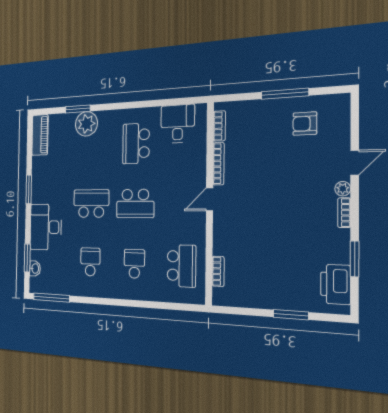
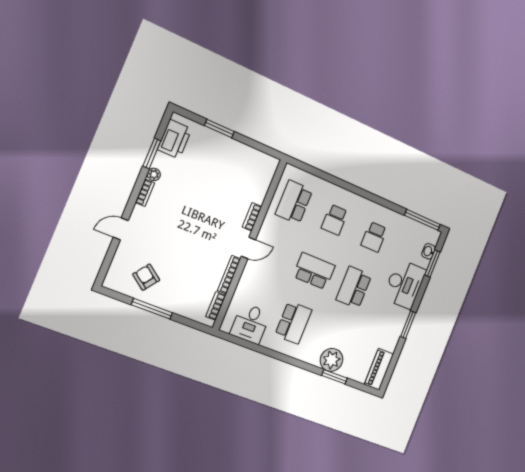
armchair: (305, 124) -> (146, 277), turned -143
plant: (343, 189) -> (154, 174), moved
school desk: (91, 204) -> (354, 287), turned 90
bookcase: (218, 271) -> (252, 217), moved

